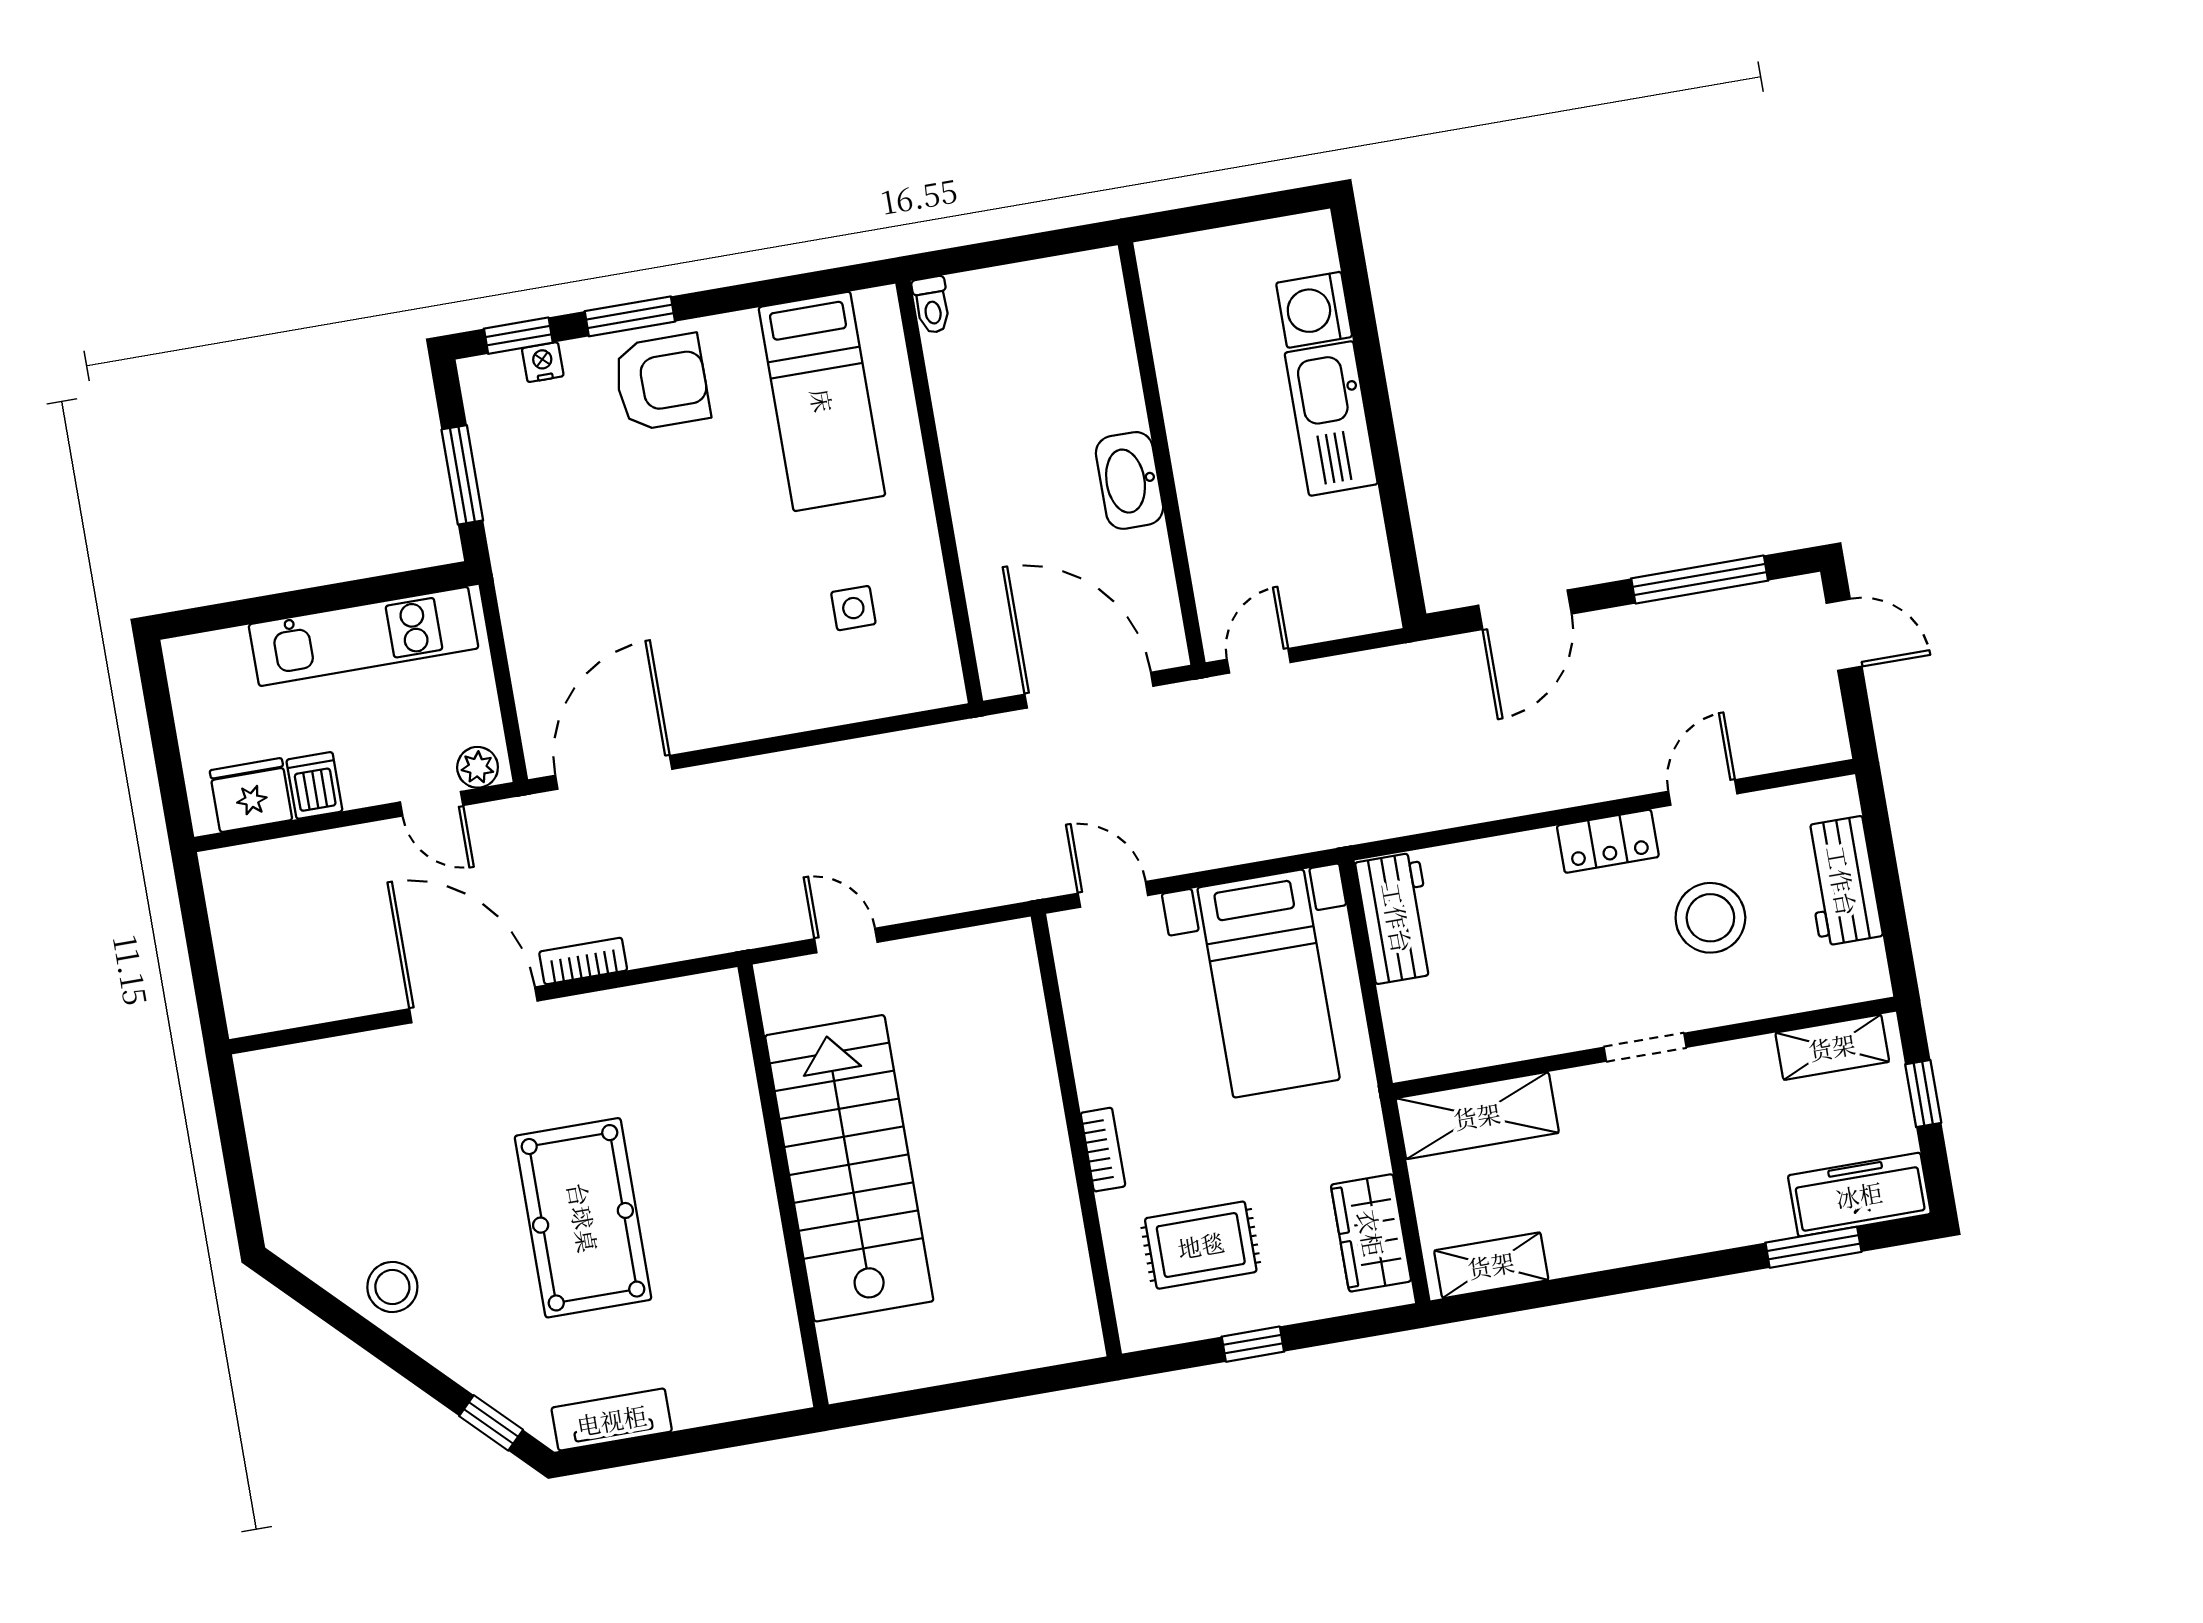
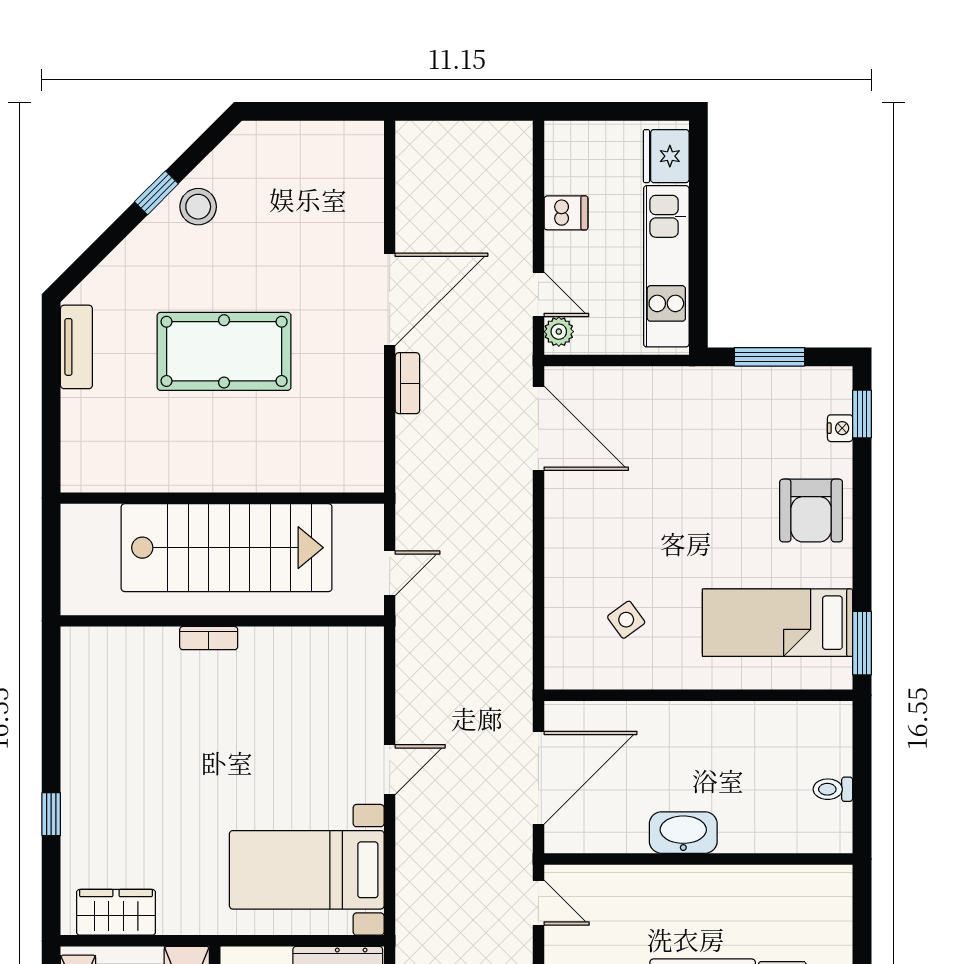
toilet: (932, 305) -> (833, 789), moved
window: (630, 316) -> (862, 643), moved
side table: (853, 608) -> (626, 620), turned -36
fridge: (251, 795) -> (666, 156), moved, turned 180
door: (432, 804) -> (538, 294), swing flipped
wall: (1076, 1135) -> (222, 621), moved
bookcase: (1103, 1150) -> (209, 638), moved
rug: (1201, 1245) -> (128, 789), removed
window: (491, 1423) -> (156, 193), moved

